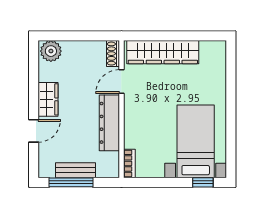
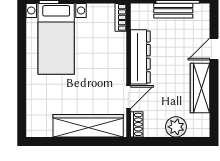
plant: (51, 51) -> (176, 127), moved
wardrobe: (48, 99) -> (200, 88), width x1.50

